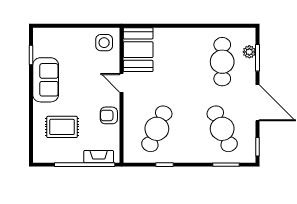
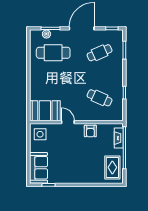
sofa: (46, 80) -> (39, 168), moved, turned 90
door: (122, 83) -> (68, 122), swing flipped
rug: (62, 127) -> (112, 167), moved
cafe table: (157, 129) -> (100, 98), width x0.73, depth x0.74
cafe table: (222, 129) -> (100, 53), width x0.73, depth x0.74

